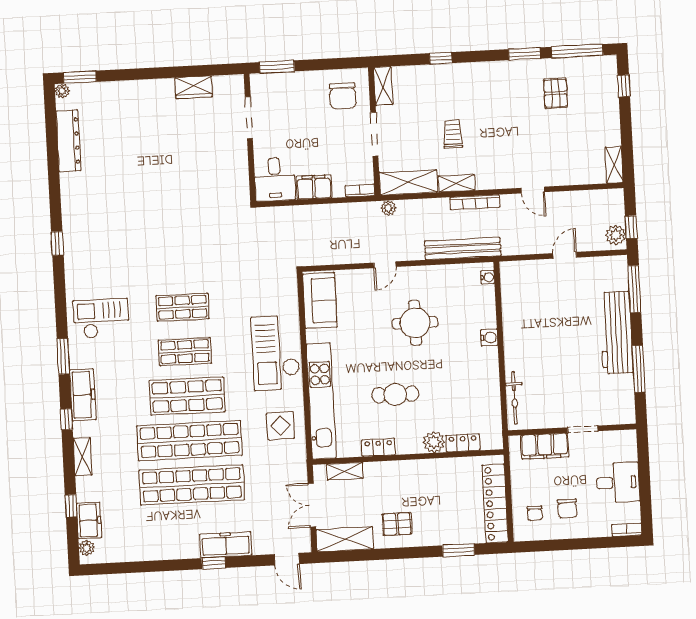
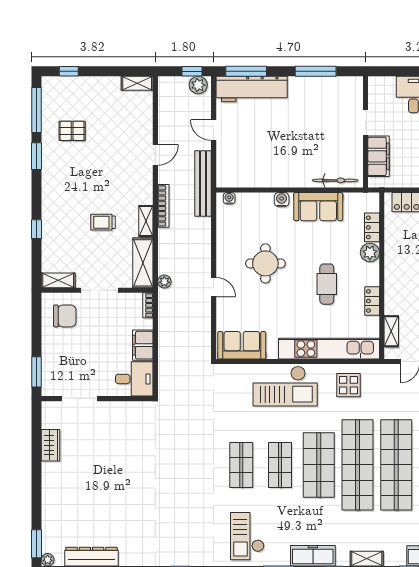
bench: (463, 249) -> (203, 183), moved
workbench: (616, 333) -> (252, 89), moved
sofa: (483, 380) -> (318, 207), added

